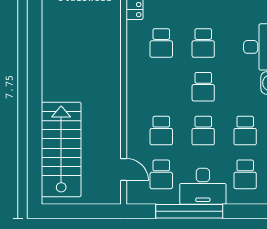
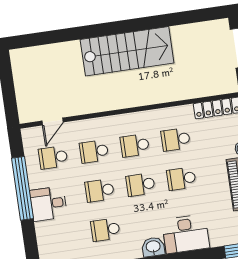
stairs: (61, 149) -> (127, 51), moved
school desk: (245, 174) -> (135, 145), moved
desk: (203, 186) -> (48, 204), width x0.73

